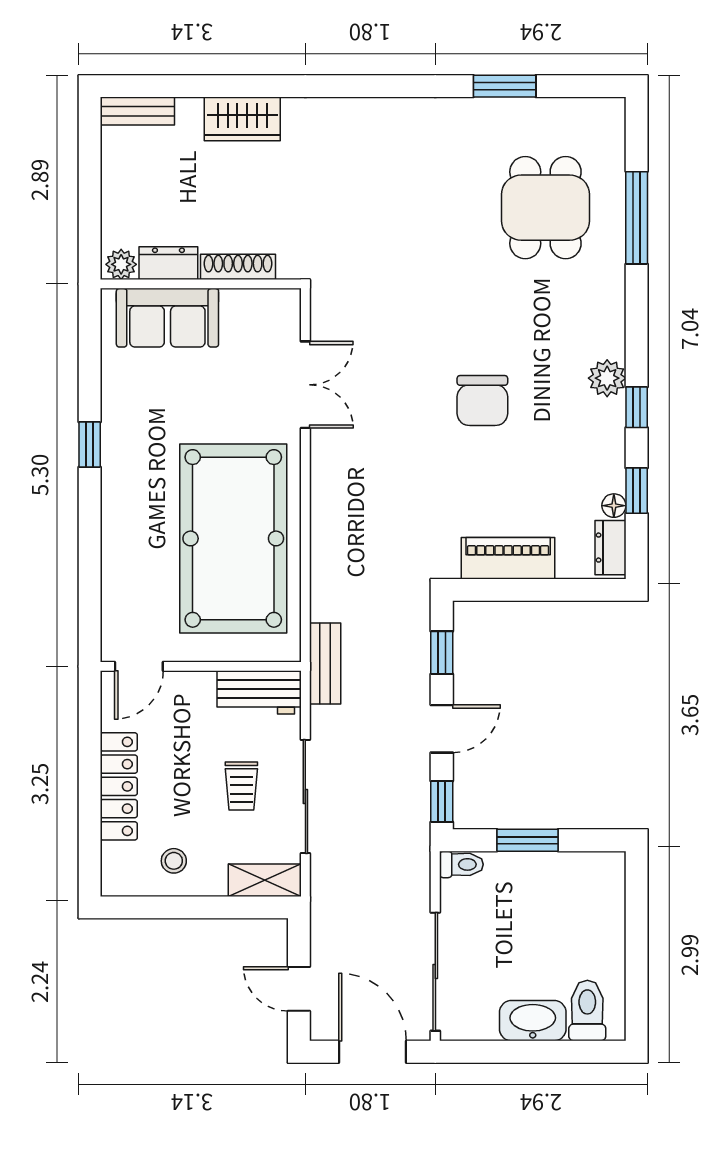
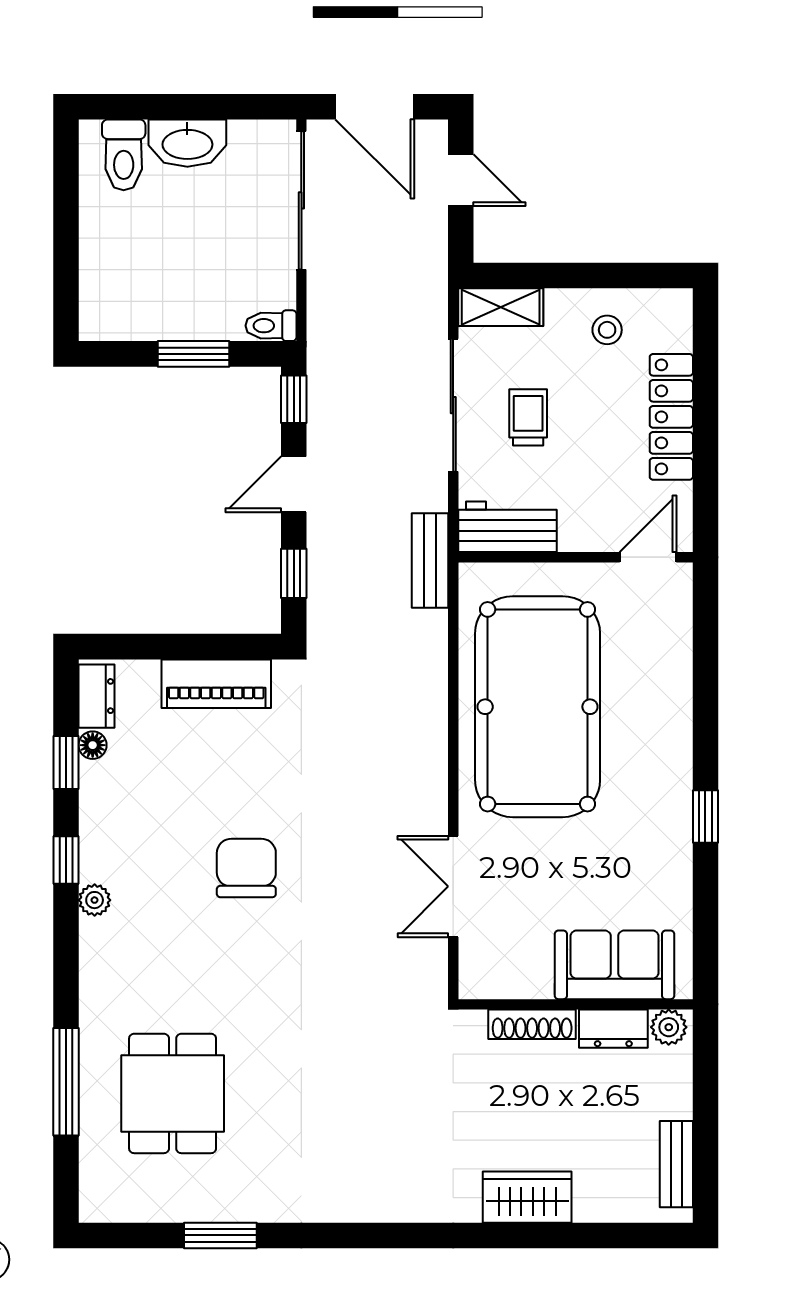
bench: (137, 111) -> (676, 1164), moved, turned 90
plant: (607, 378) -> (95, 900), width x0.73, depth x0.73

